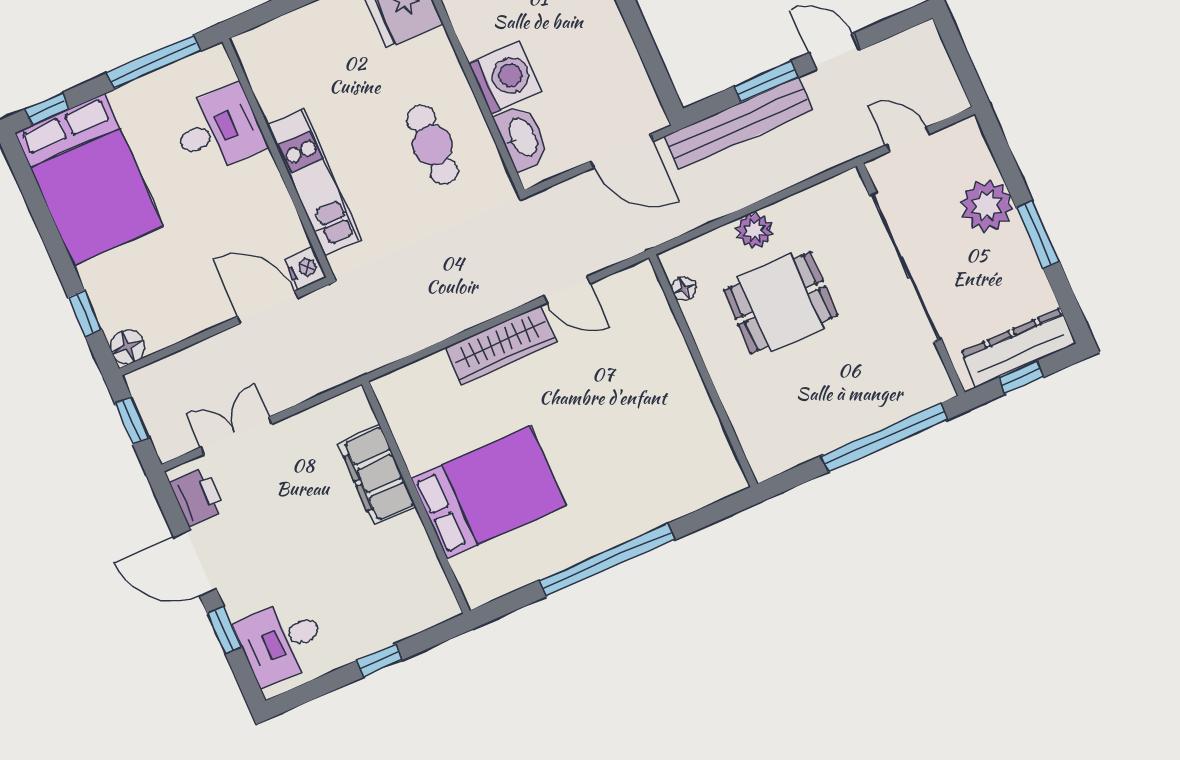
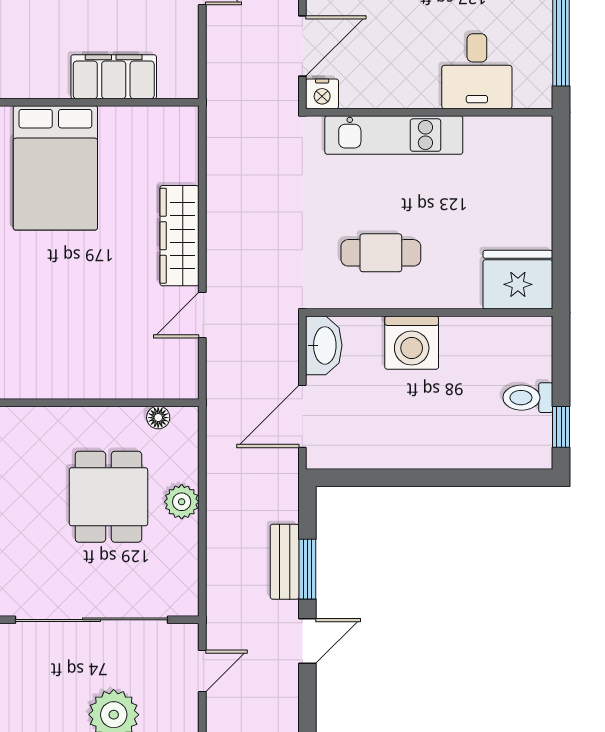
bench: (739, 123) -> (285, 562), width x0.54, depth x0.82
washbasin: (522, 138) -> (324, 345), moved, turned -90

